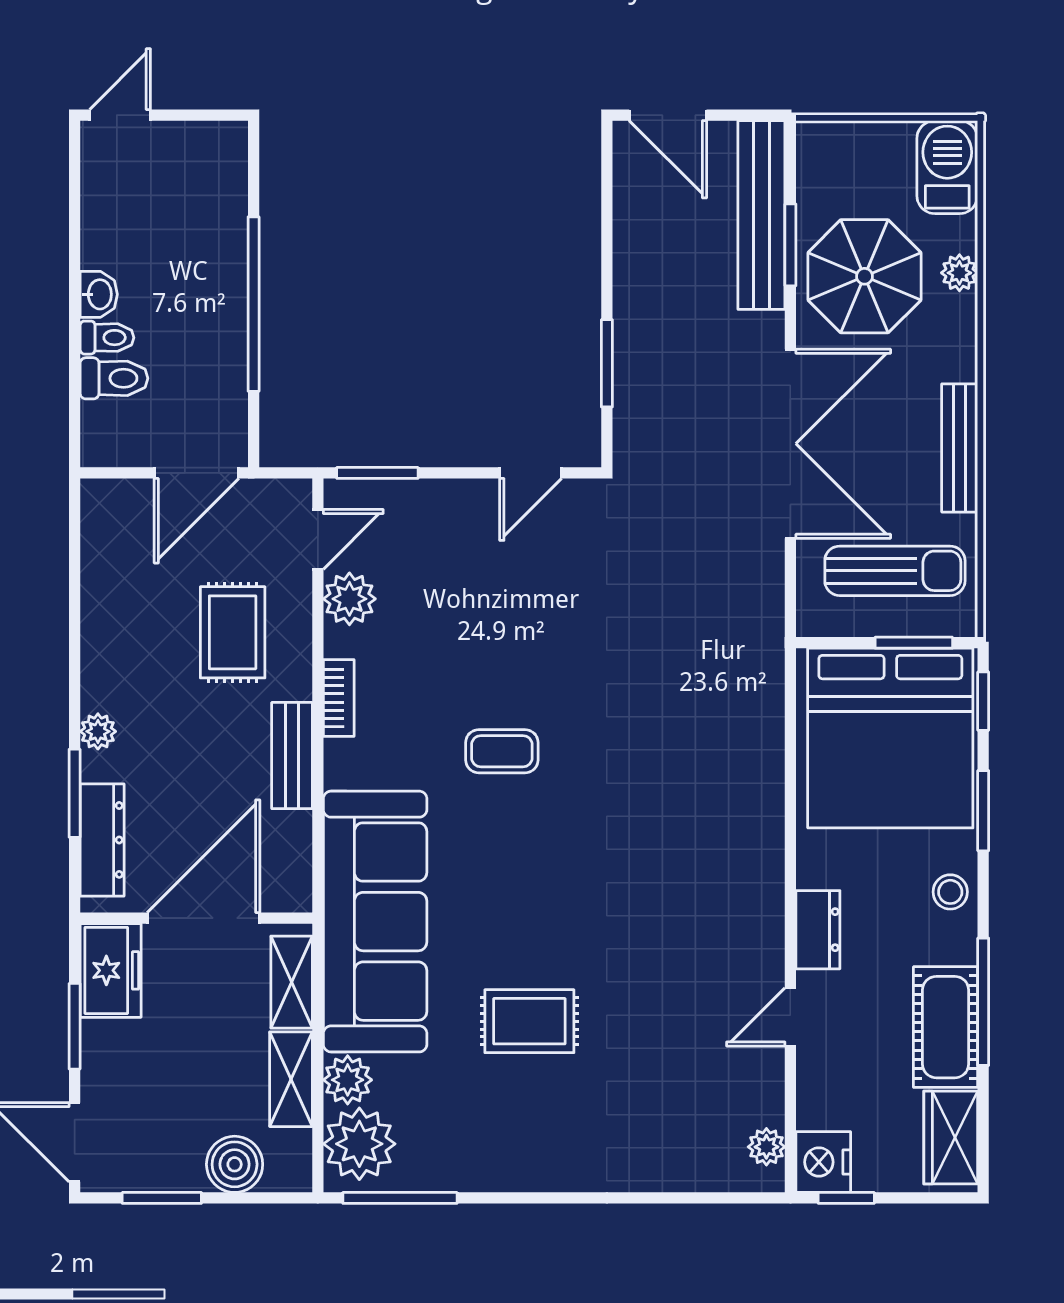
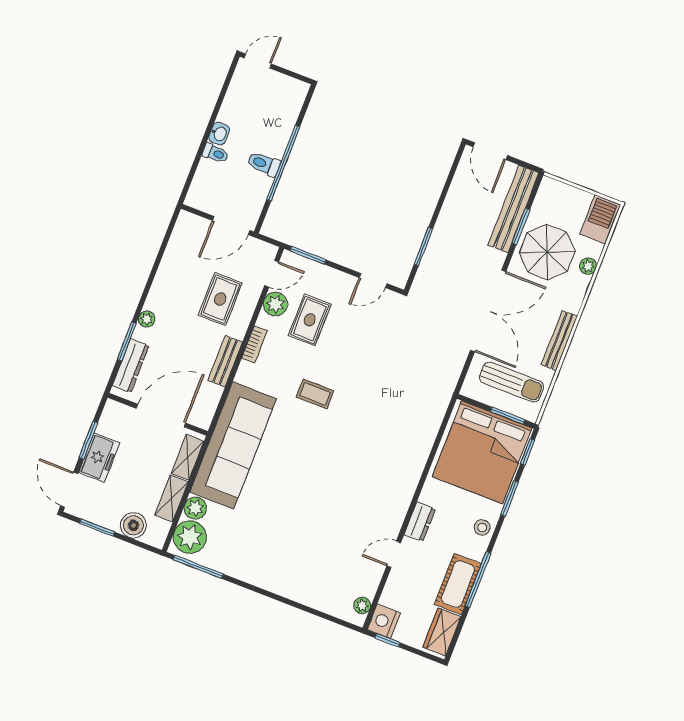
toilet: (114, 378) -> (264, 164), moved, turned 180
freezer: (111, 970) -> (99, 458), moved
rug: (529, 1021) -> (310, 320), moved, turned 90

